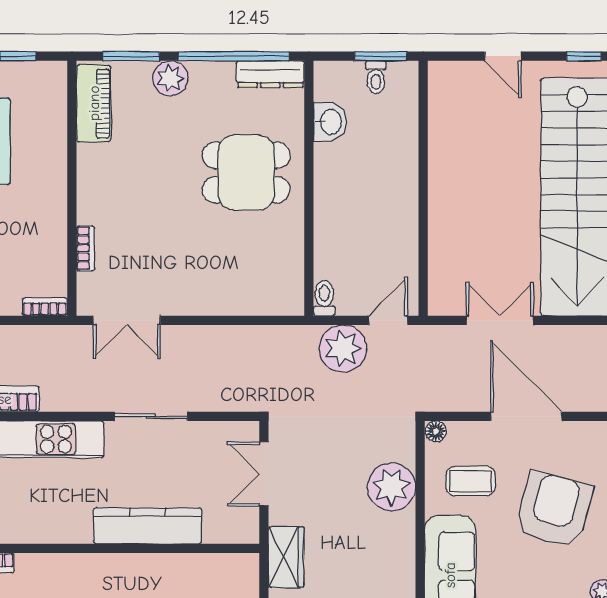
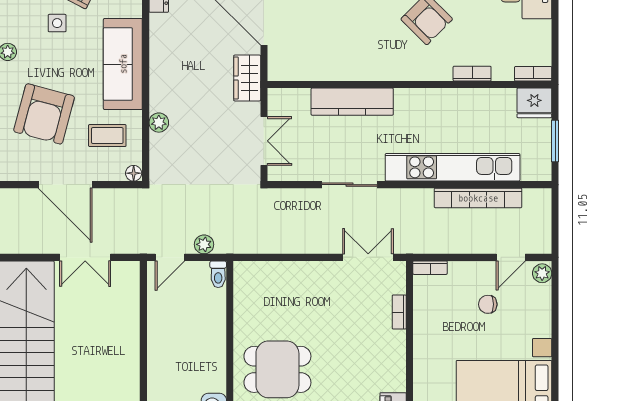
plant: (343, 348) -> (204, 244), width x0.53, depth x0.53
plant: (391, 487) -> (159, 123), width x0.53, depth x0.53

